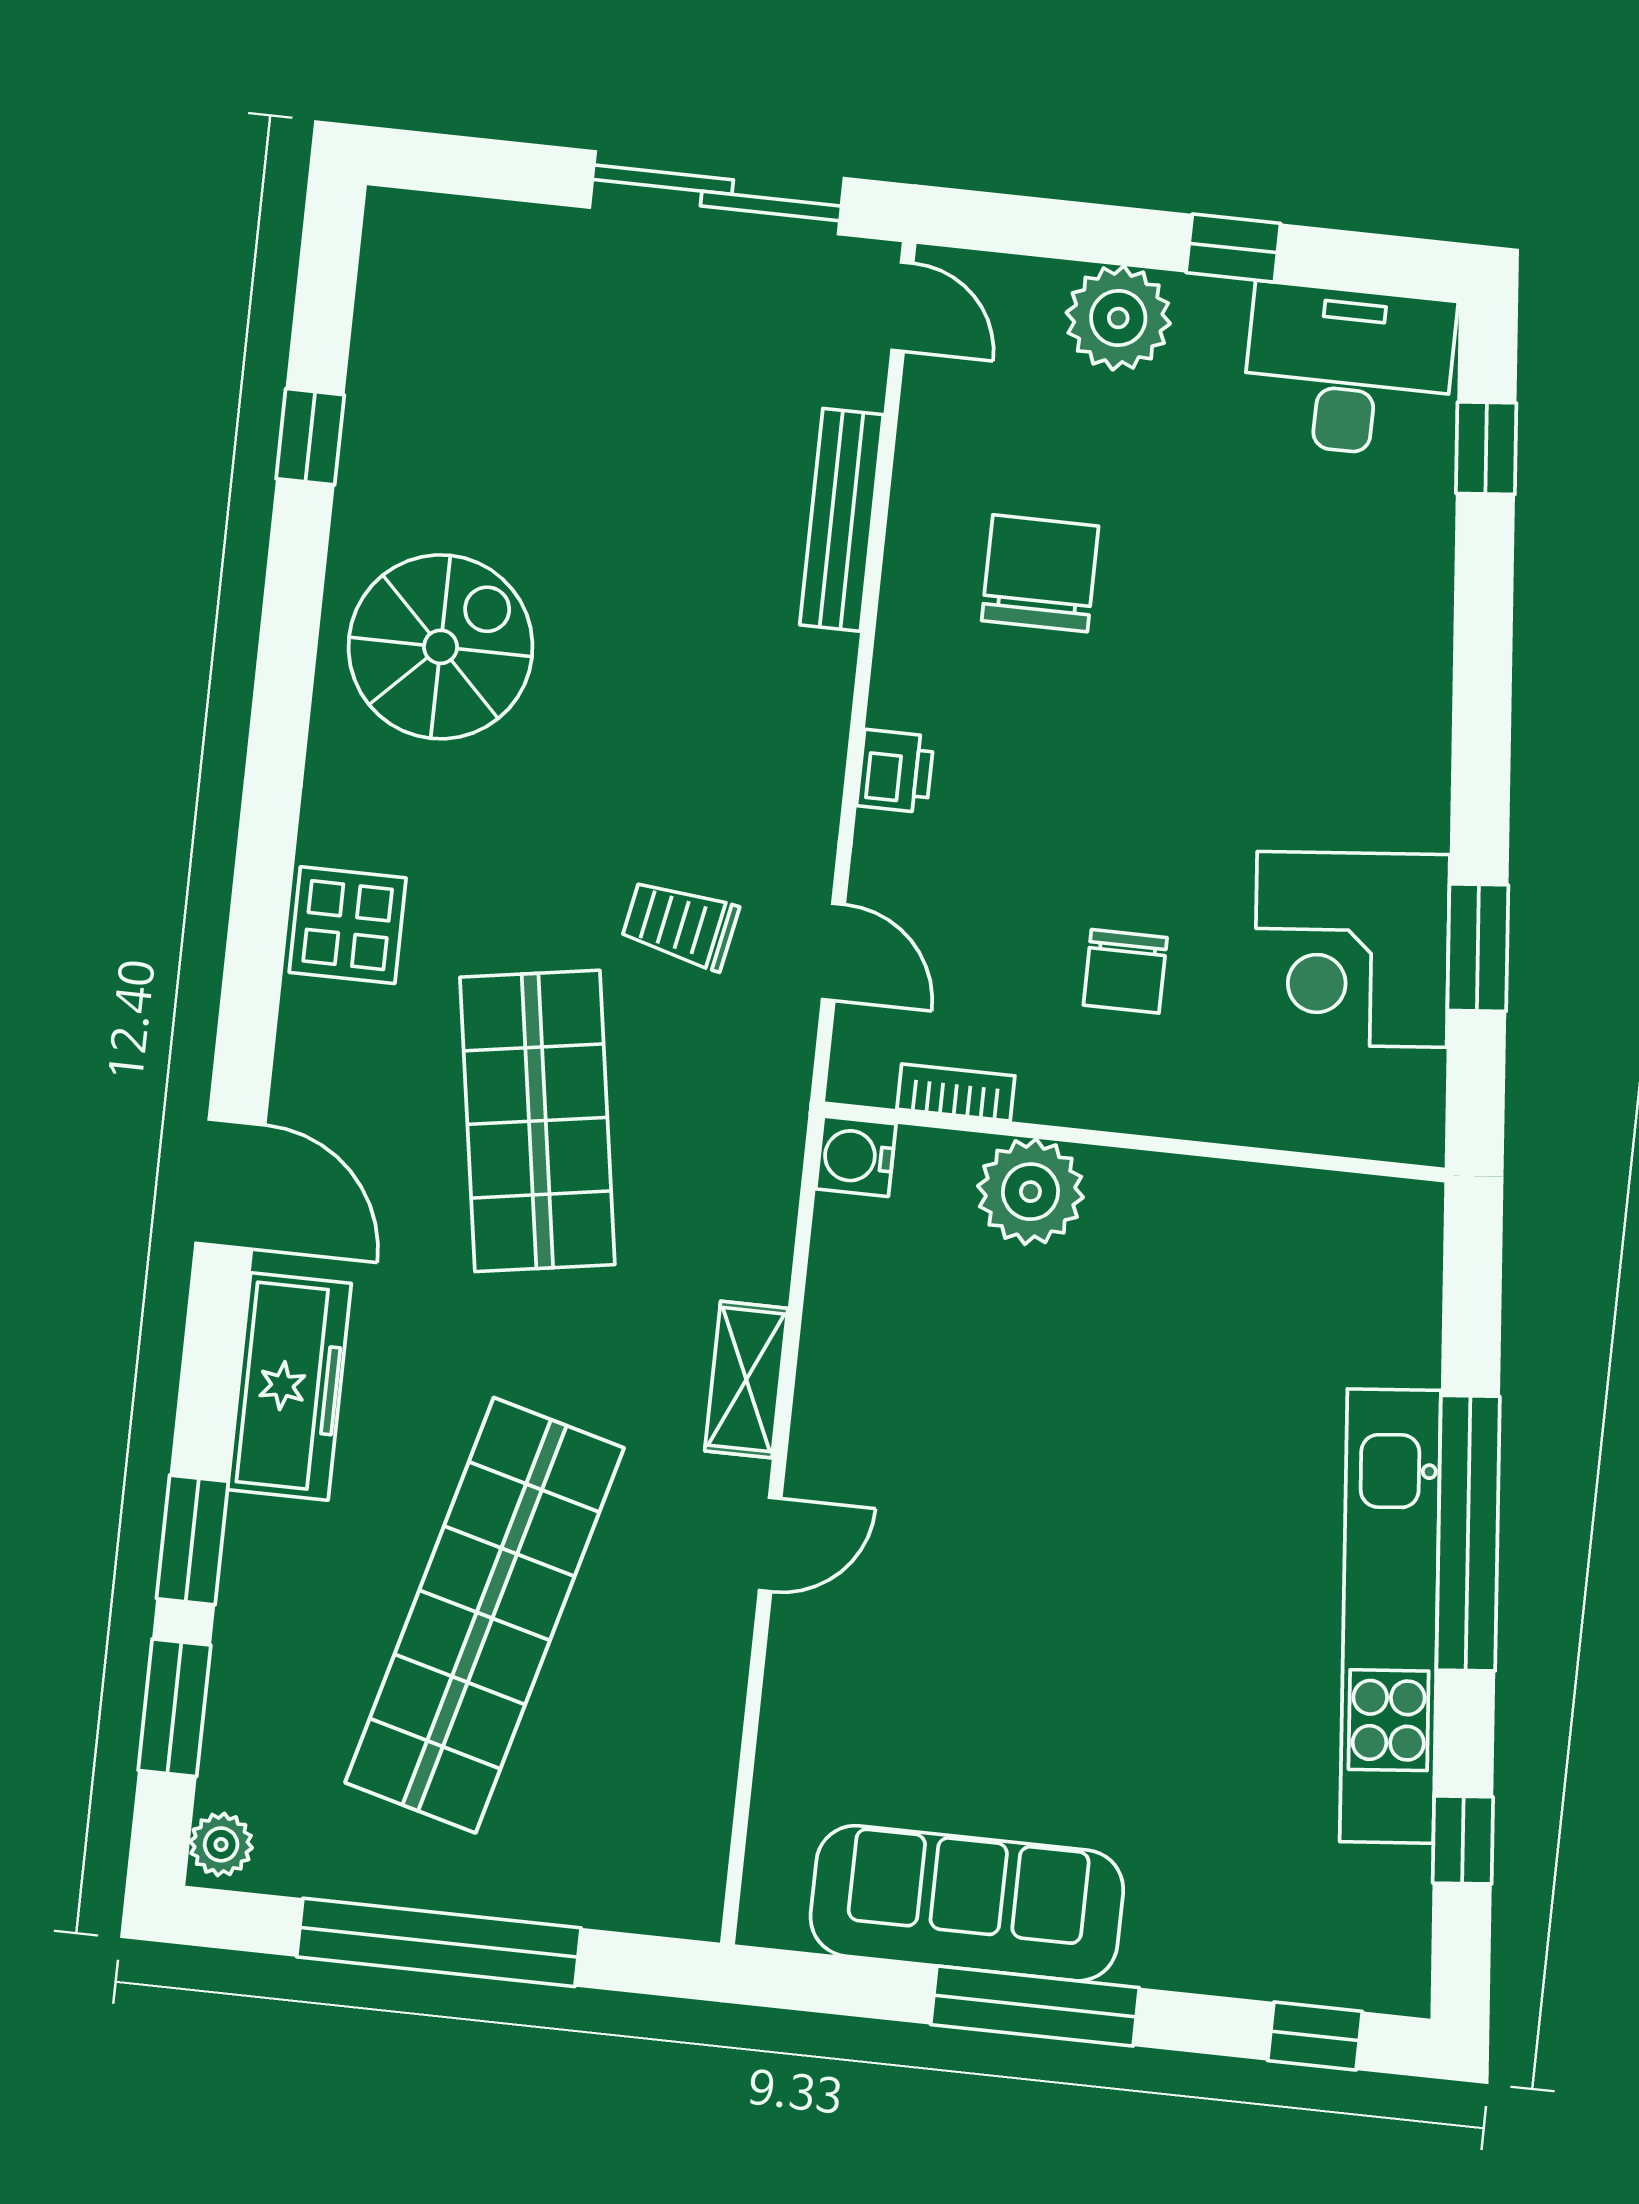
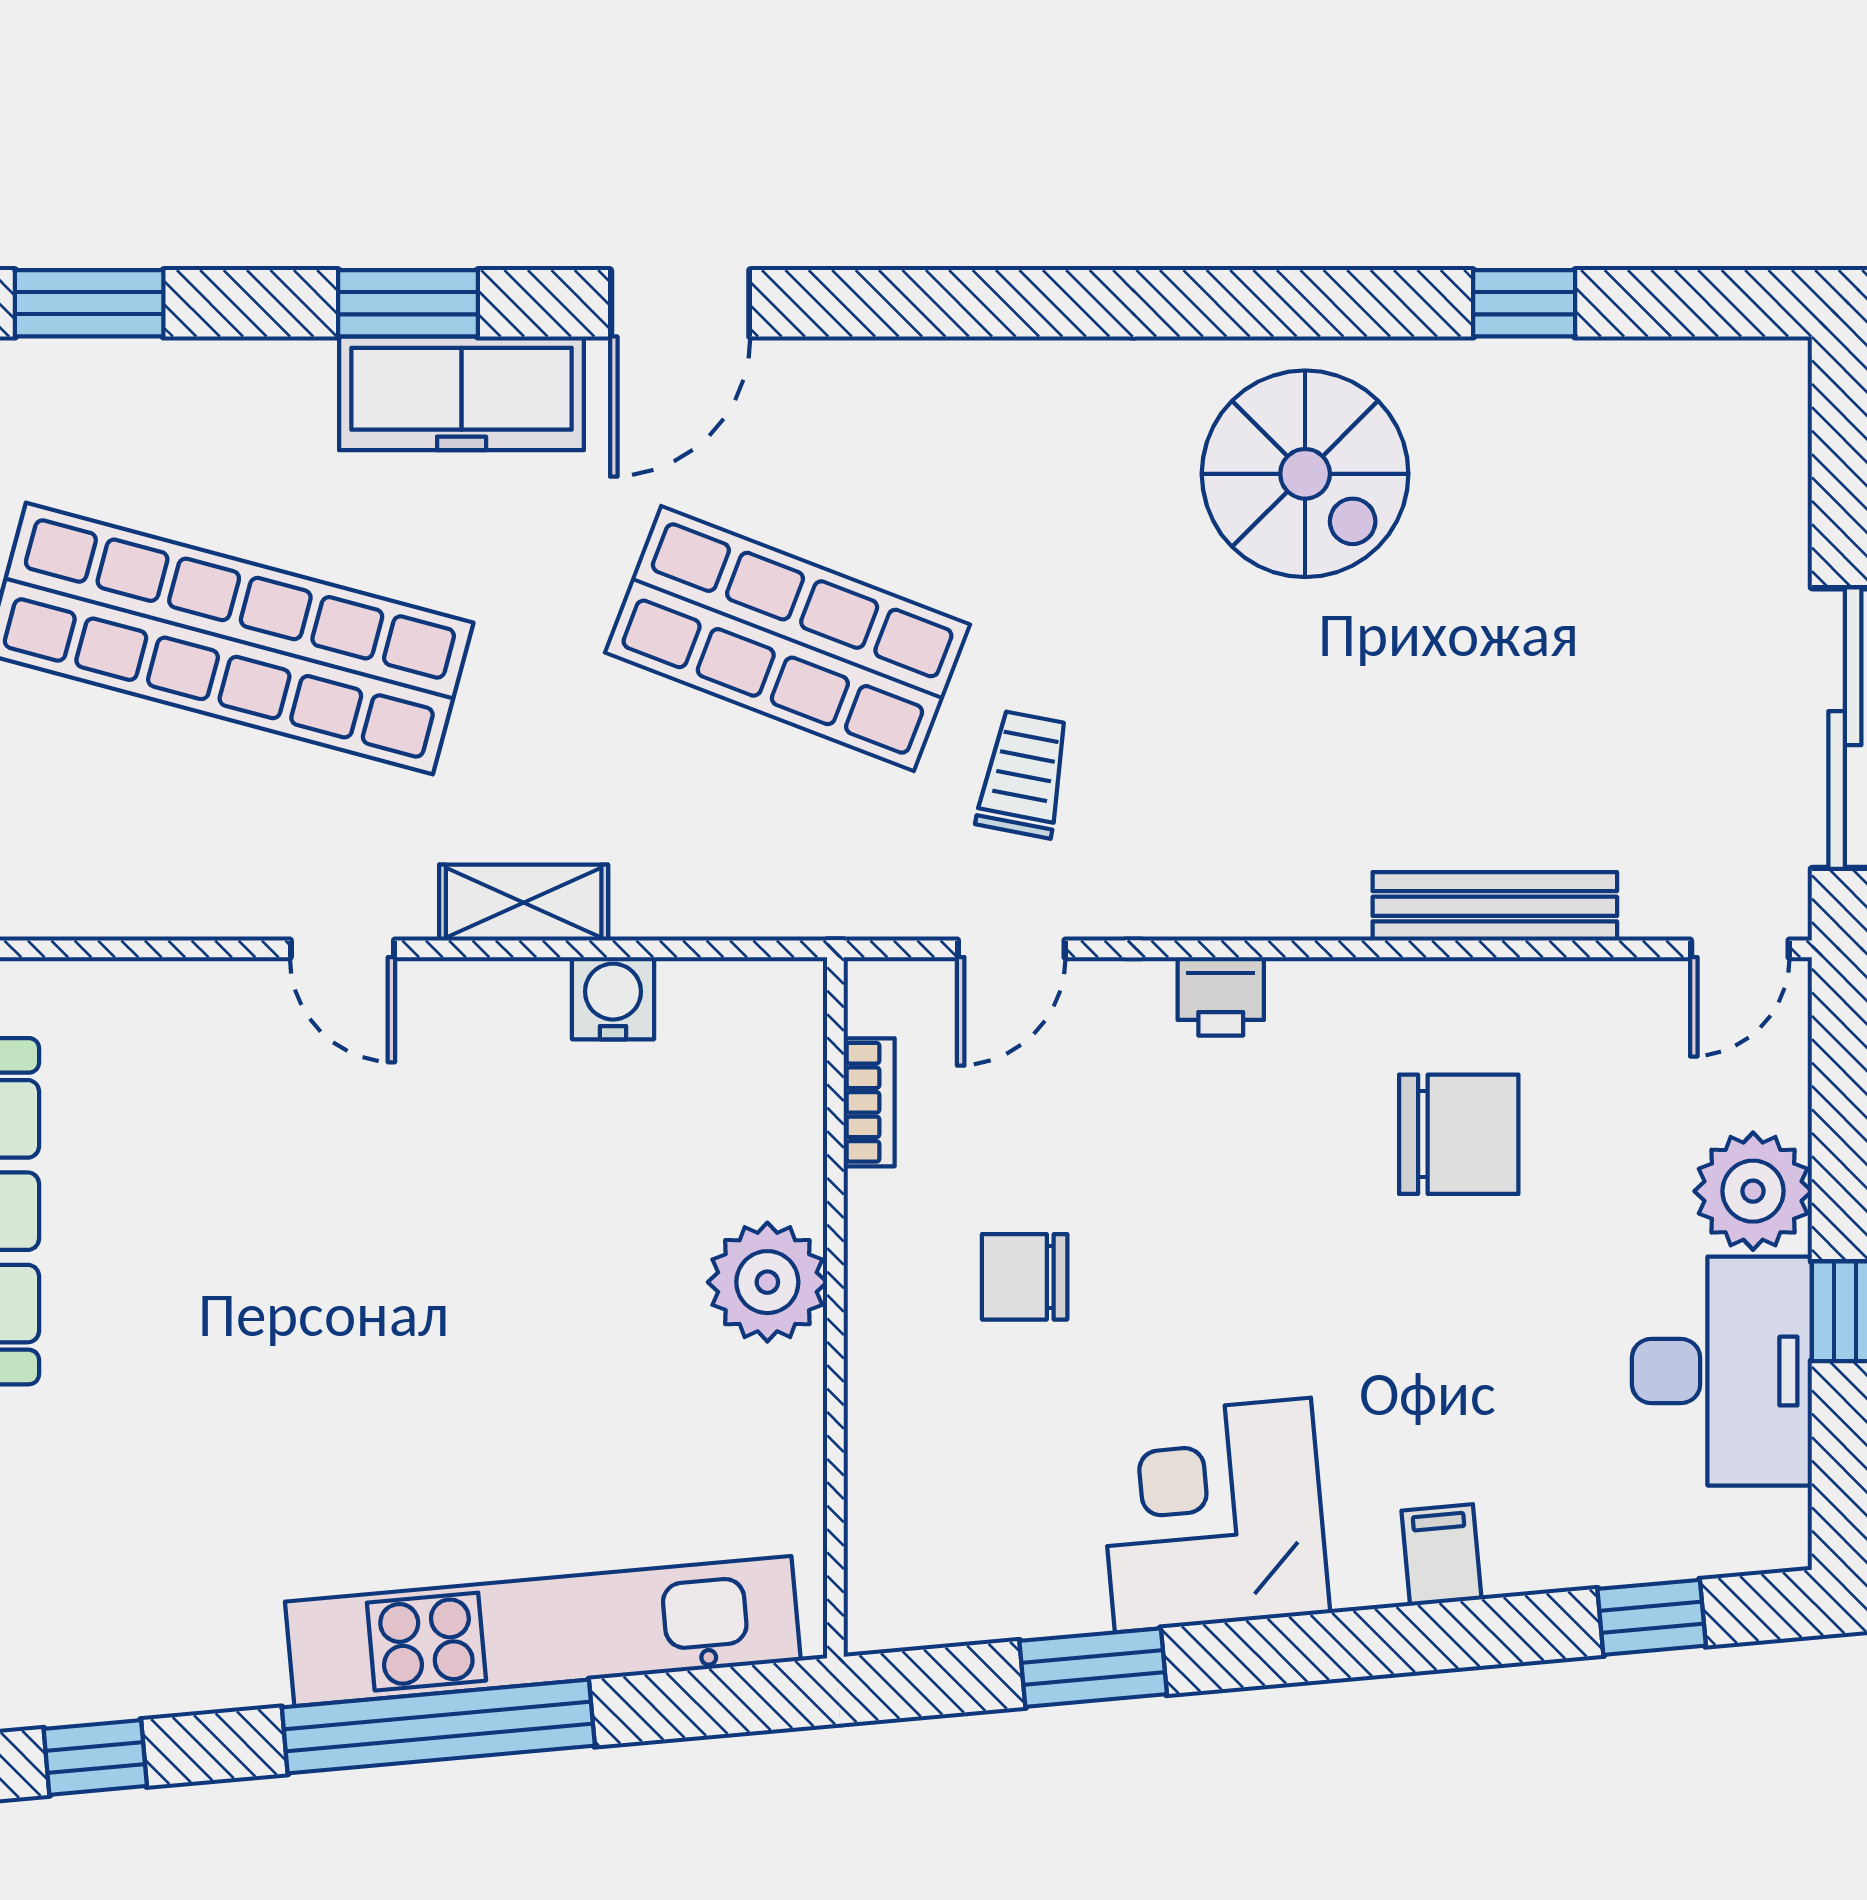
desk: (1349, 371) -> (1722, 1371), moved
filing cabinet: (1411, 628) -> (1441, 1555), added
display table: (348, 925) -> (983, 403), removed
corner desk: (1352, 949) -> (1213, 1515), moved
shop shelf: (537, 1121) -> (787, 638), turned 30
water cooler: (856, 1156) -> (613, 998), moved
plant: (1030, 1192) -> (767, 1282), moved
window: (192, 1540) -> (408, 303), moved
kitchen unit: (1390, 1616) -> (543, 1631), moved

